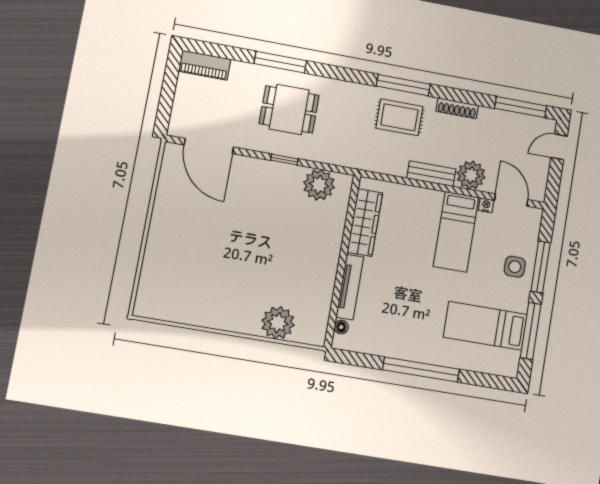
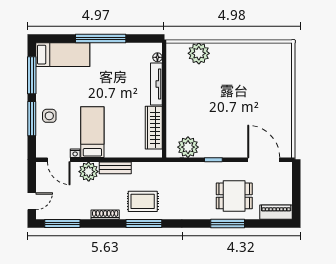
dining table: (289, 109) -> (234, 196), moved
bed: (485, 326) -> (63, 55), moved

